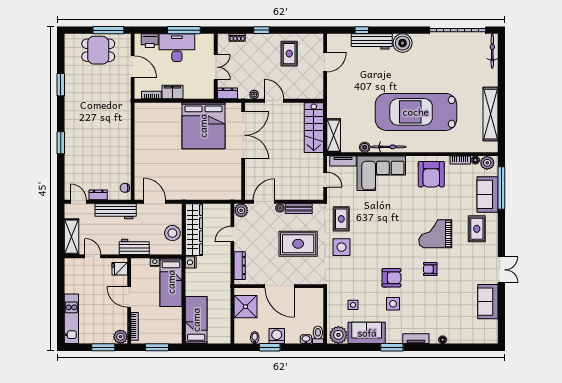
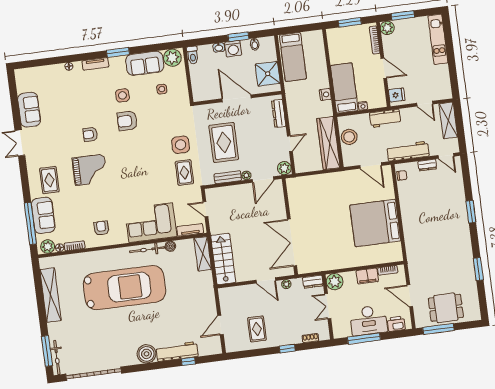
window: (501, 59) -> (47, 351), added
plant: (206, 91) -> (335, 282), added
bed: (203, 126) -> (375, 223), moved, turned -90
armchair: (431, 174) -> (101, 228), width x0.53, depth x0.53
rug: (298, 244) -> (224, 142), turned 90
nightstand: (191, 262) -> (325, 95), moved
armchair: (430, 269) -> (90, 134), turned 180
bed: (196, 320) -> (293, 57), moved
washbasin: (306, 339) -> (219, 47), moved

